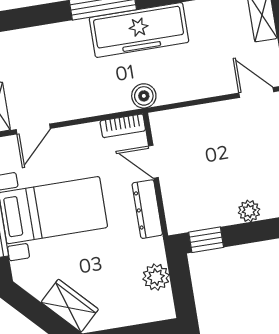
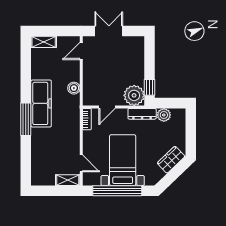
boiler: (144, 96) -> (74, 88), moved
dresser: (147, 209) -> (142, 114), moved
plant: (249, 211) -> (134, 95), moved, width x1.87, depth x1.87

